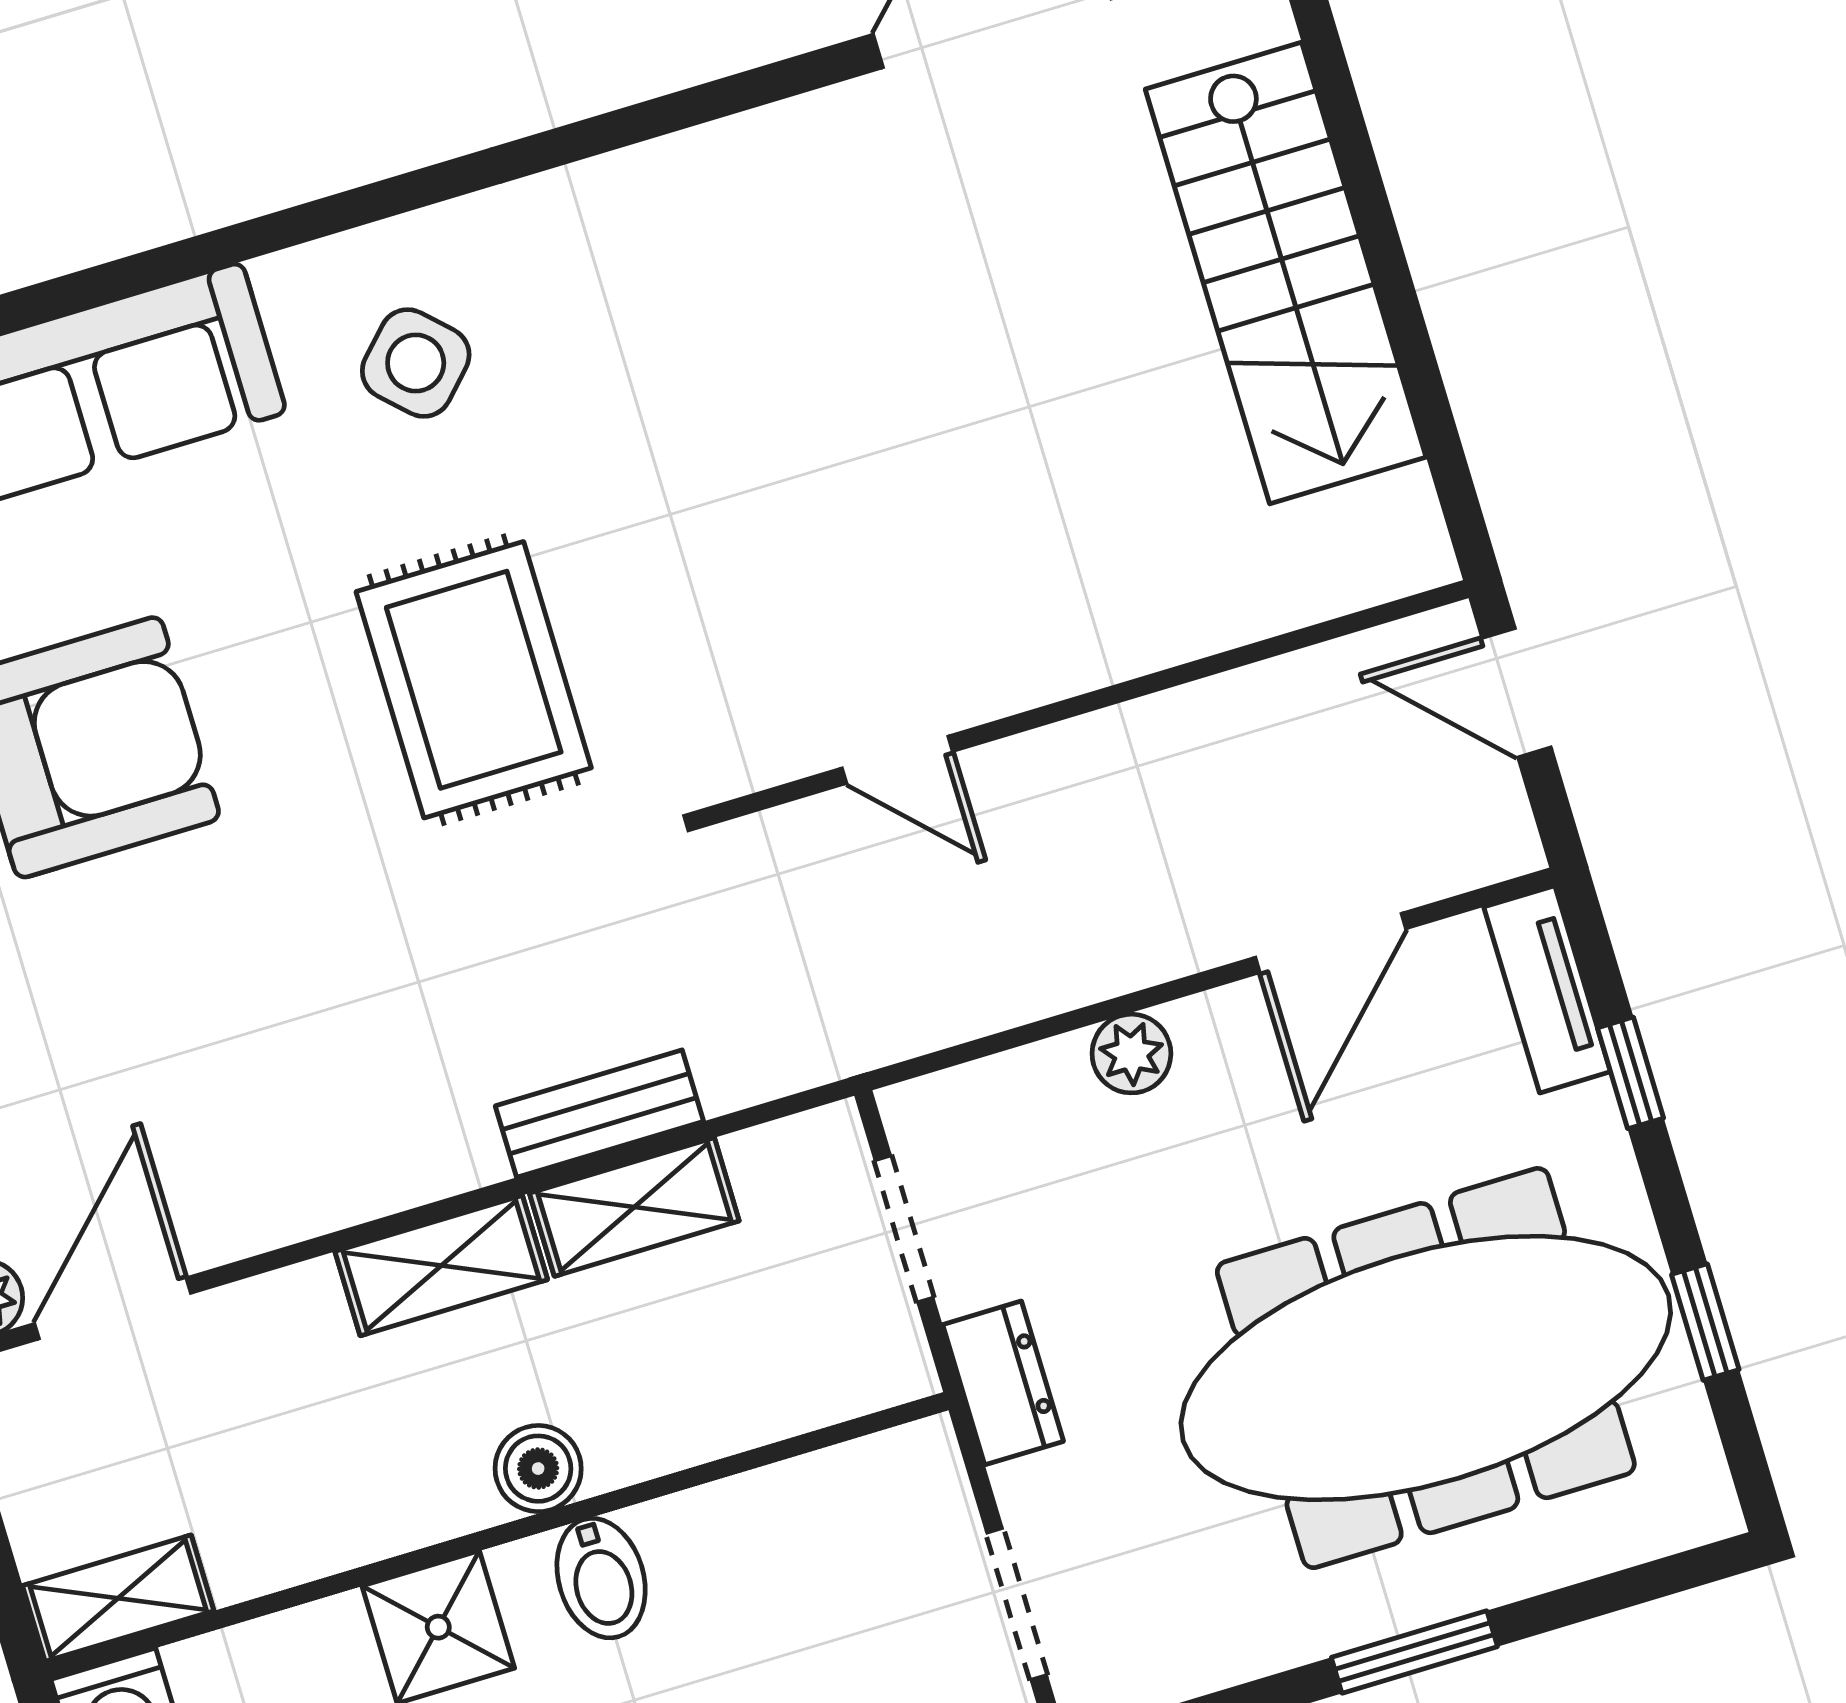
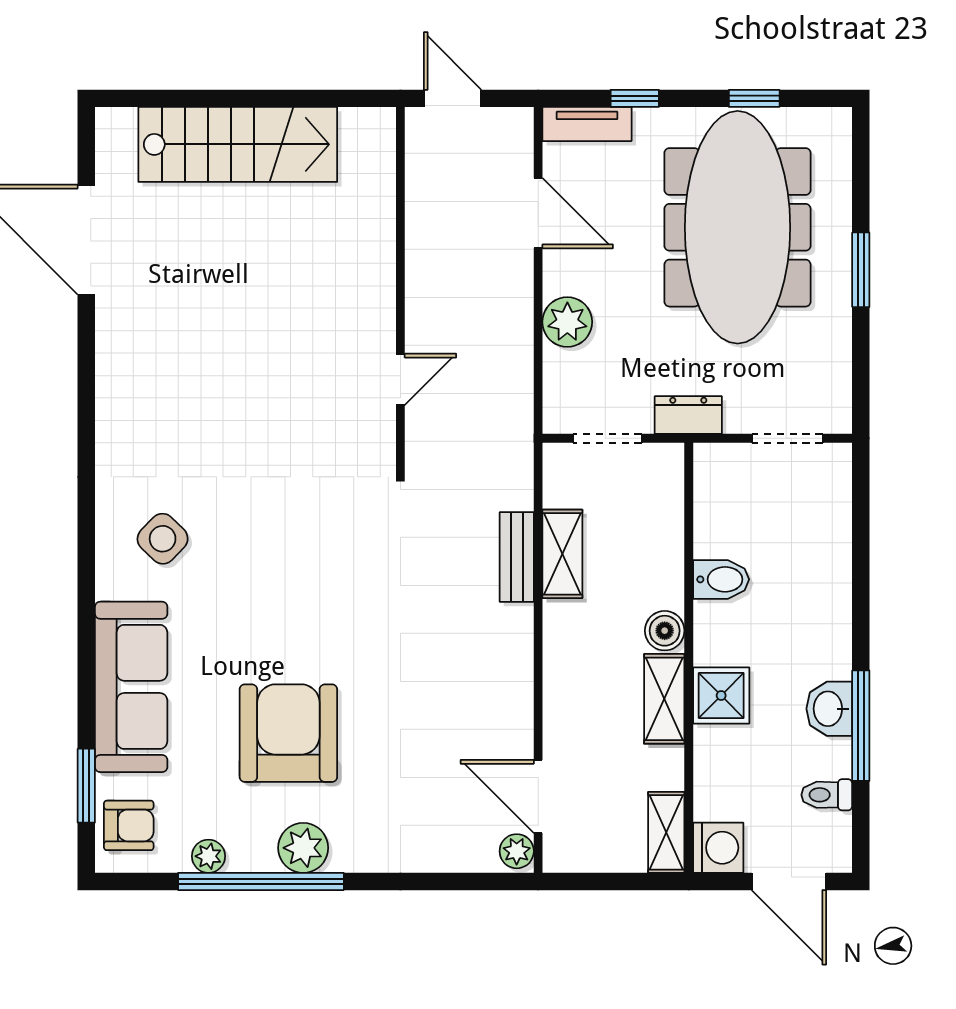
rug: (474, 680) -> (309, 555), removed
door: (1517, 693) -> (453, 98), swing flipped
plant: (1131, 1054) -> (567, 322), width x1.38, depth x1.38
shelving: (441, 1266) -> (664, 699), moved
bidet: (601, 1578) -> (721, 579), moved

